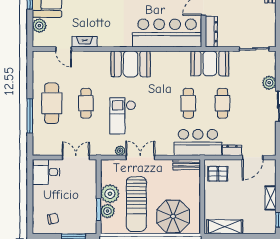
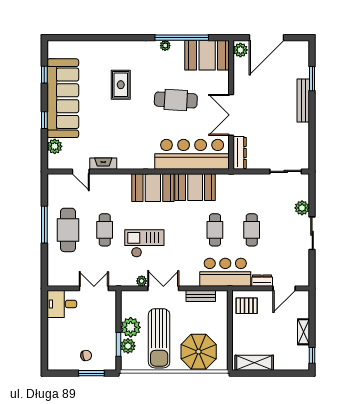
booth: (210, 63) -> (195, 187), moved
window: (30, 116) -> (44, 225), moved
checkout: (123, 116) -> (144, 243), turned 90
bench: (187, 165) -> (201, 296), moved
chair: (53, 219) -> (86, 355), moved

